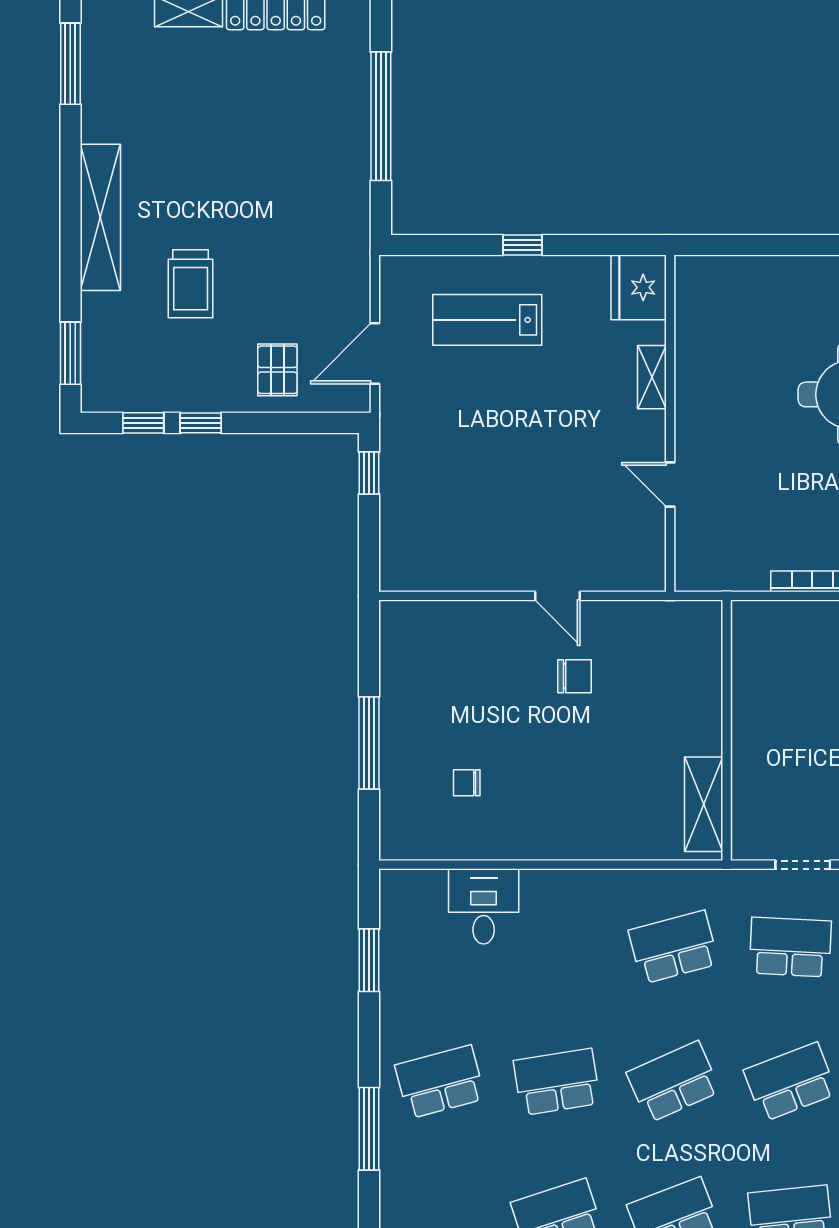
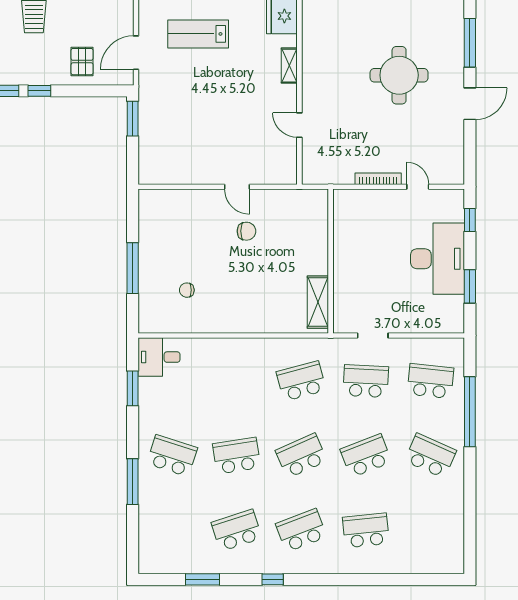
window: (369, 473) -> (133, 119), width x1.50
desk: (484, 906) -> (159, 357), moved, turned -90
school desk: (440, 1082) -> (172, 456), turned 33

